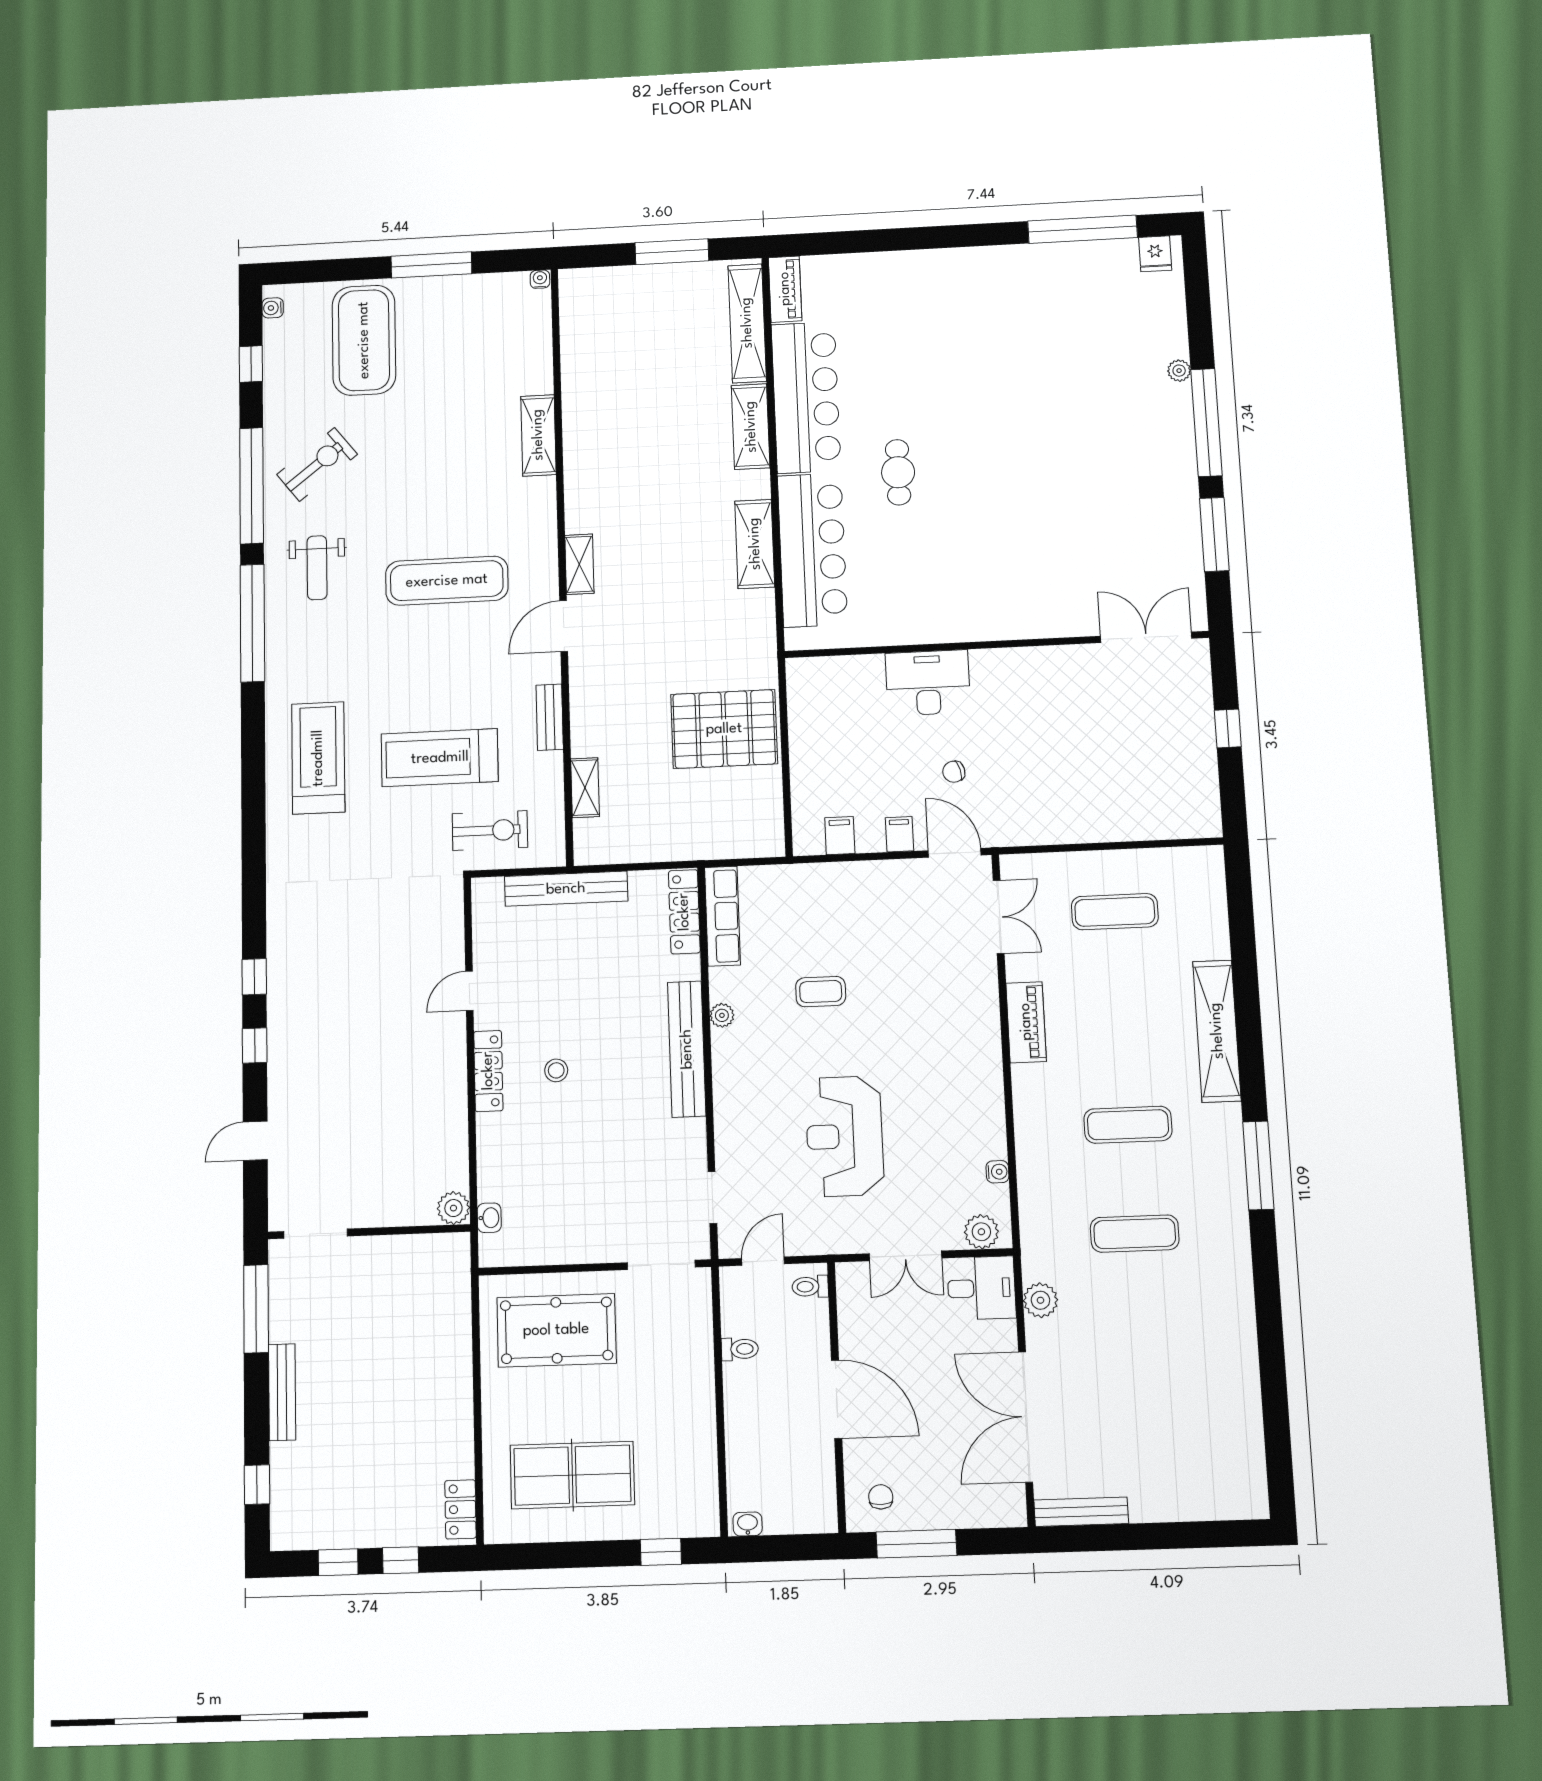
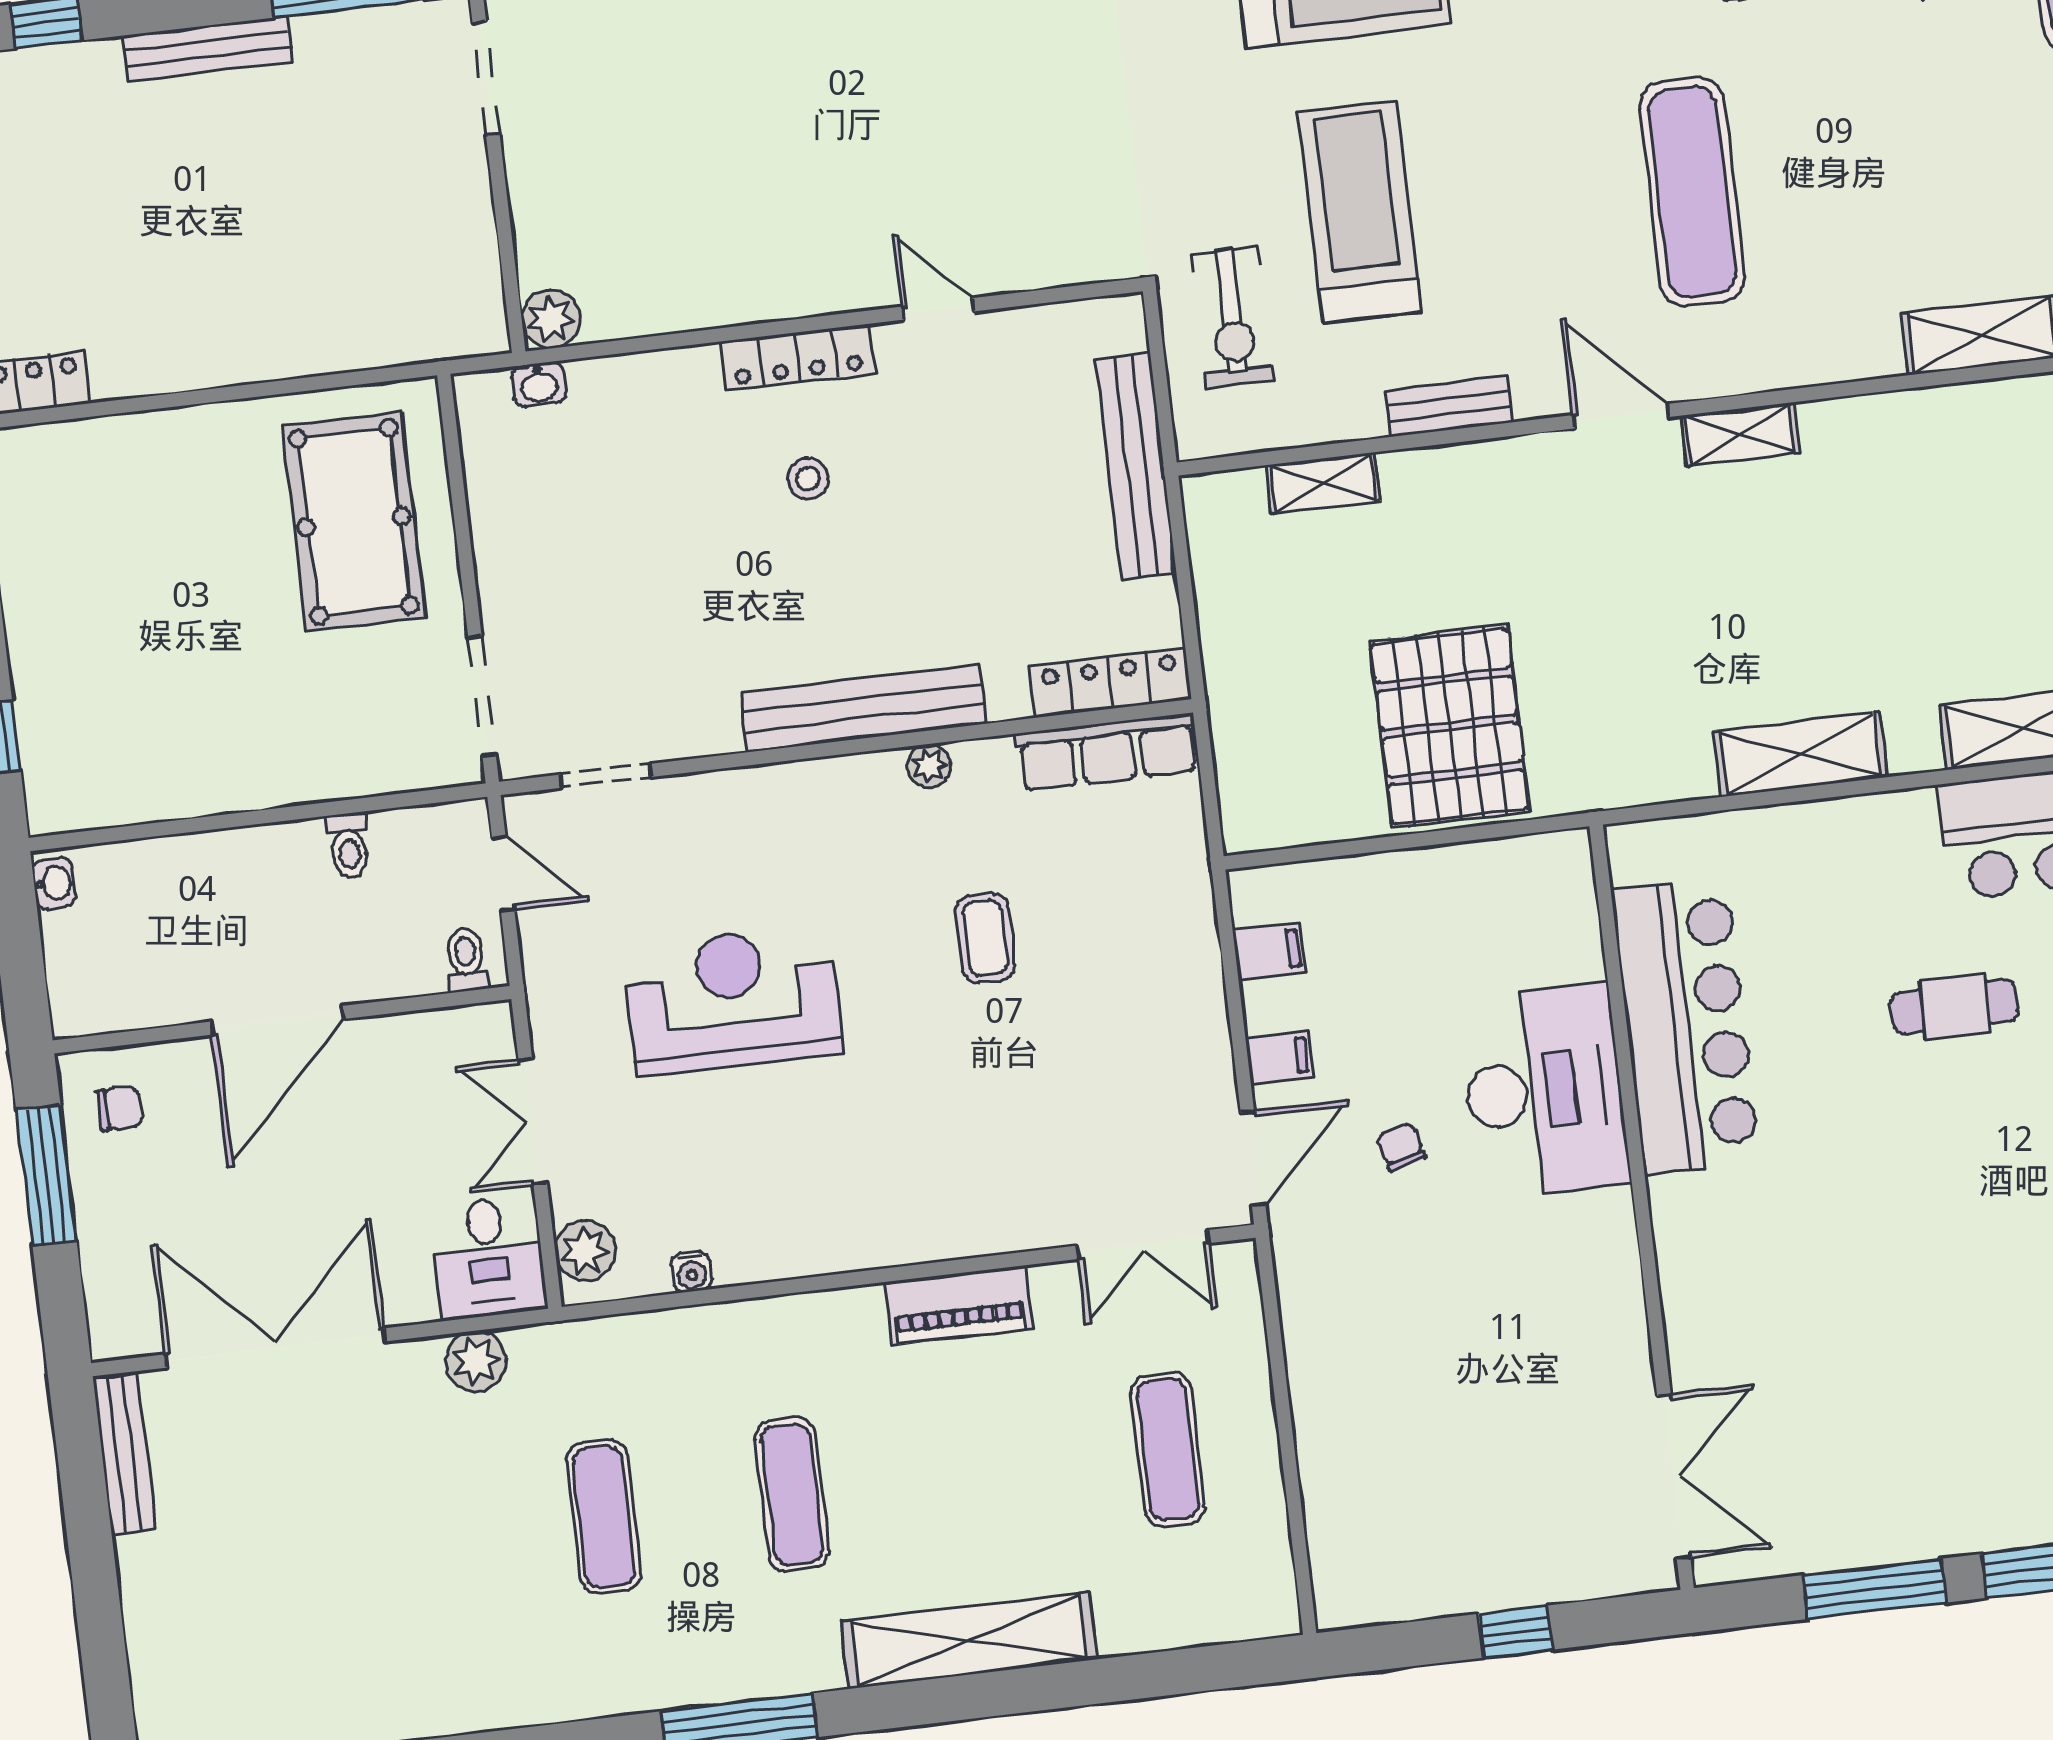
bar counter: (812, 550) -> (1686, 1026), moved, turned -90
desk: (928, 683) -> (1544, 1091), width x1.36, depth x1.30
table tennis table: (572, 1475) -> (110, 573), removed

